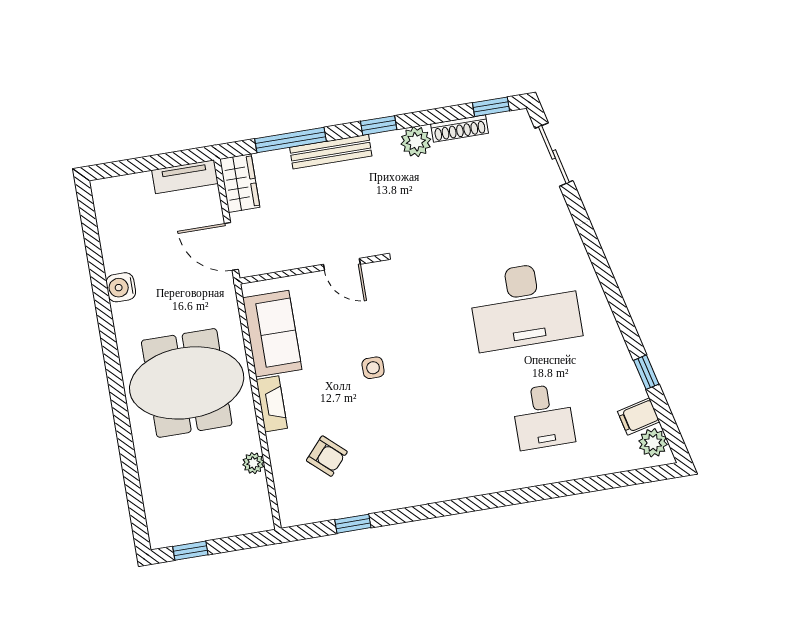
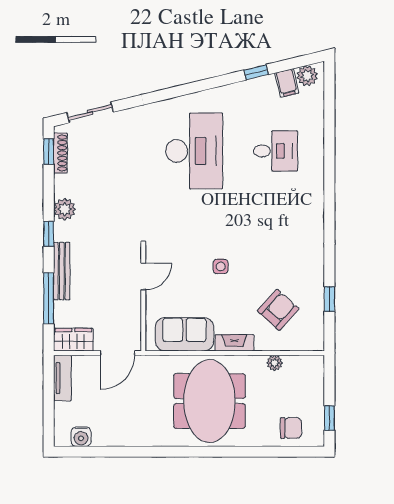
shoe rack: (460, 129) -> (60, 153), moved
water cooler: (121, 287) -> (81, 437), moved
armchair: (327, 456) -> (278, 310), width x1.38, depth x1.38
chair: (168, 500) -> (291, 428), added

